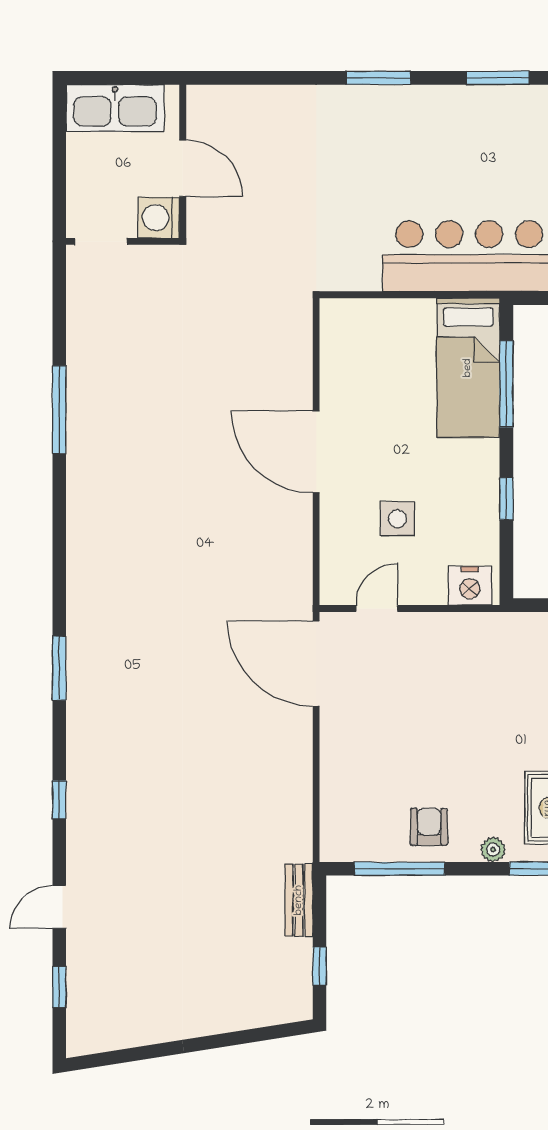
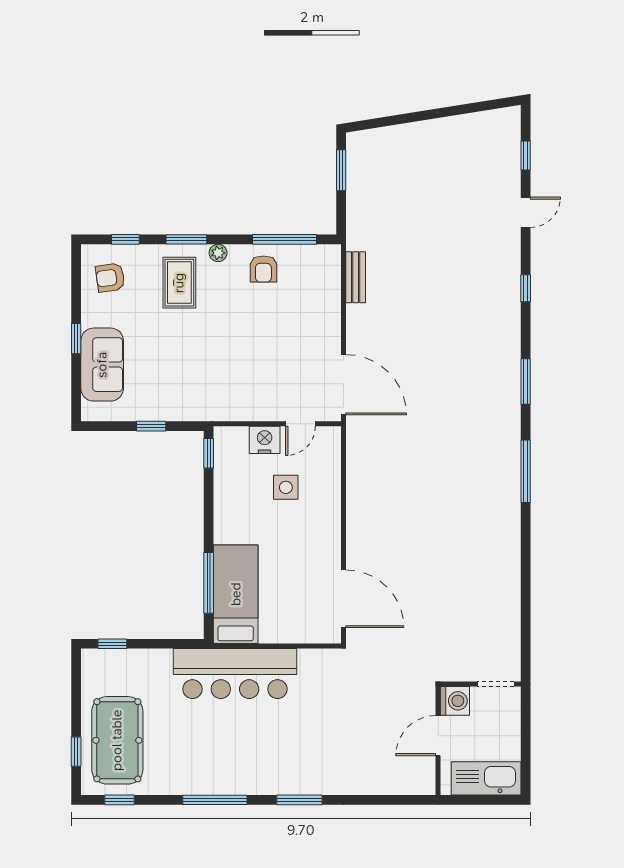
window: (498, 78) -> (215, 800), width x1.44
door: (183, 168) -> (438, 736), hinge flipped
window: (59, 410) -> (526, 471), moved
door: (316, 452) -> (343, 599), moved
window: (506, 499) -> (209, 453), moved
nightstand: (470, 586) -> (265, 440), moved
bench: (299, 900) -> (356, 277), moved
window: (319, 966) -> (341, 170), width x1.50

